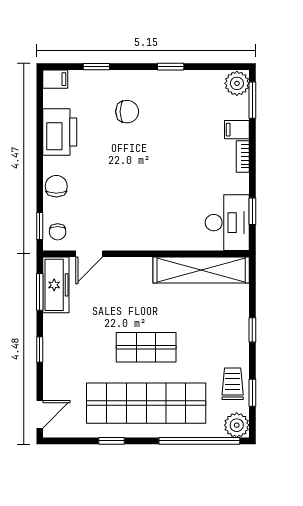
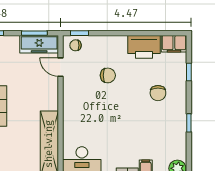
filing cabinet: (55, 79) -> (174, 44), width x2.00
chair: (56, 186) -> (108, 75), moved

